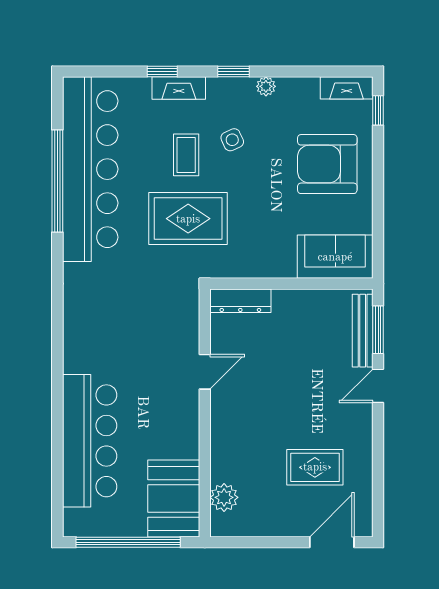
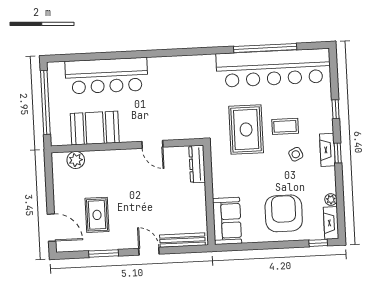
plant: (266, 86) -> (331, 200), moved
fireplace: (179, 88) -> (327, 150), moved
window: (378, 330) -> (104, 253), moved
booth: (174, 498) -> (95, 128), moved

